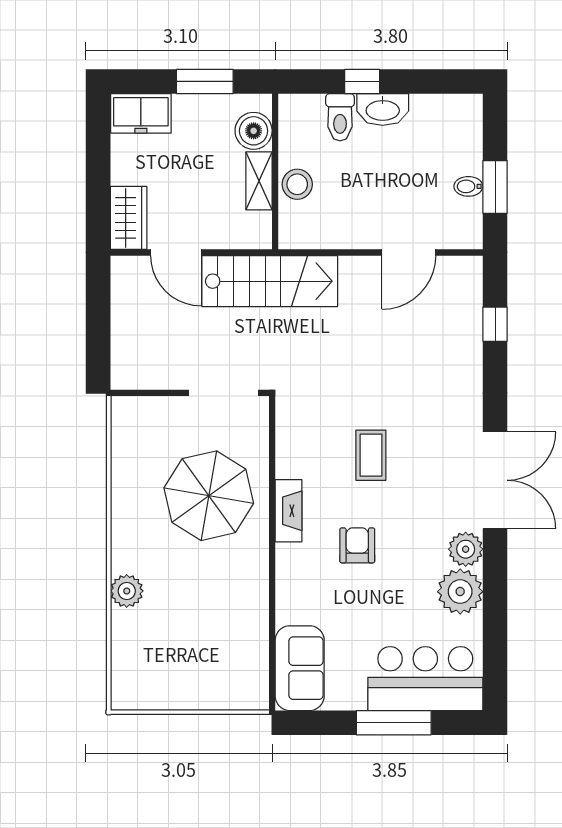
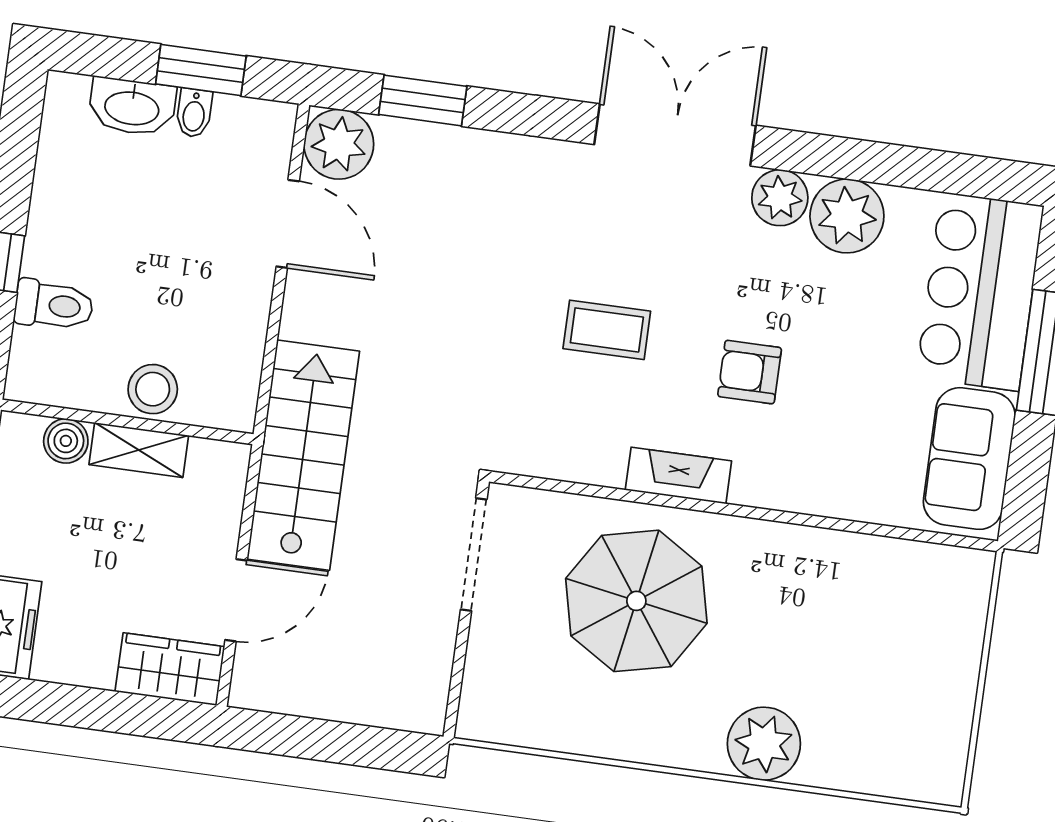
washbasin: (383, 110) -> (132, 107), moved, turned 90
boiler: (254, 131) -> (66, 441), width x0.73, depth x0.73
plant: (461, 277) -> (339, 144), added
window: (495, 324) -> (423, 100), width x1.50
plant: (127, 591) -> (764, 744), width x1.36, depth x1.36
sofa: (300, 668) -> (969, 459), moved, turned -90

